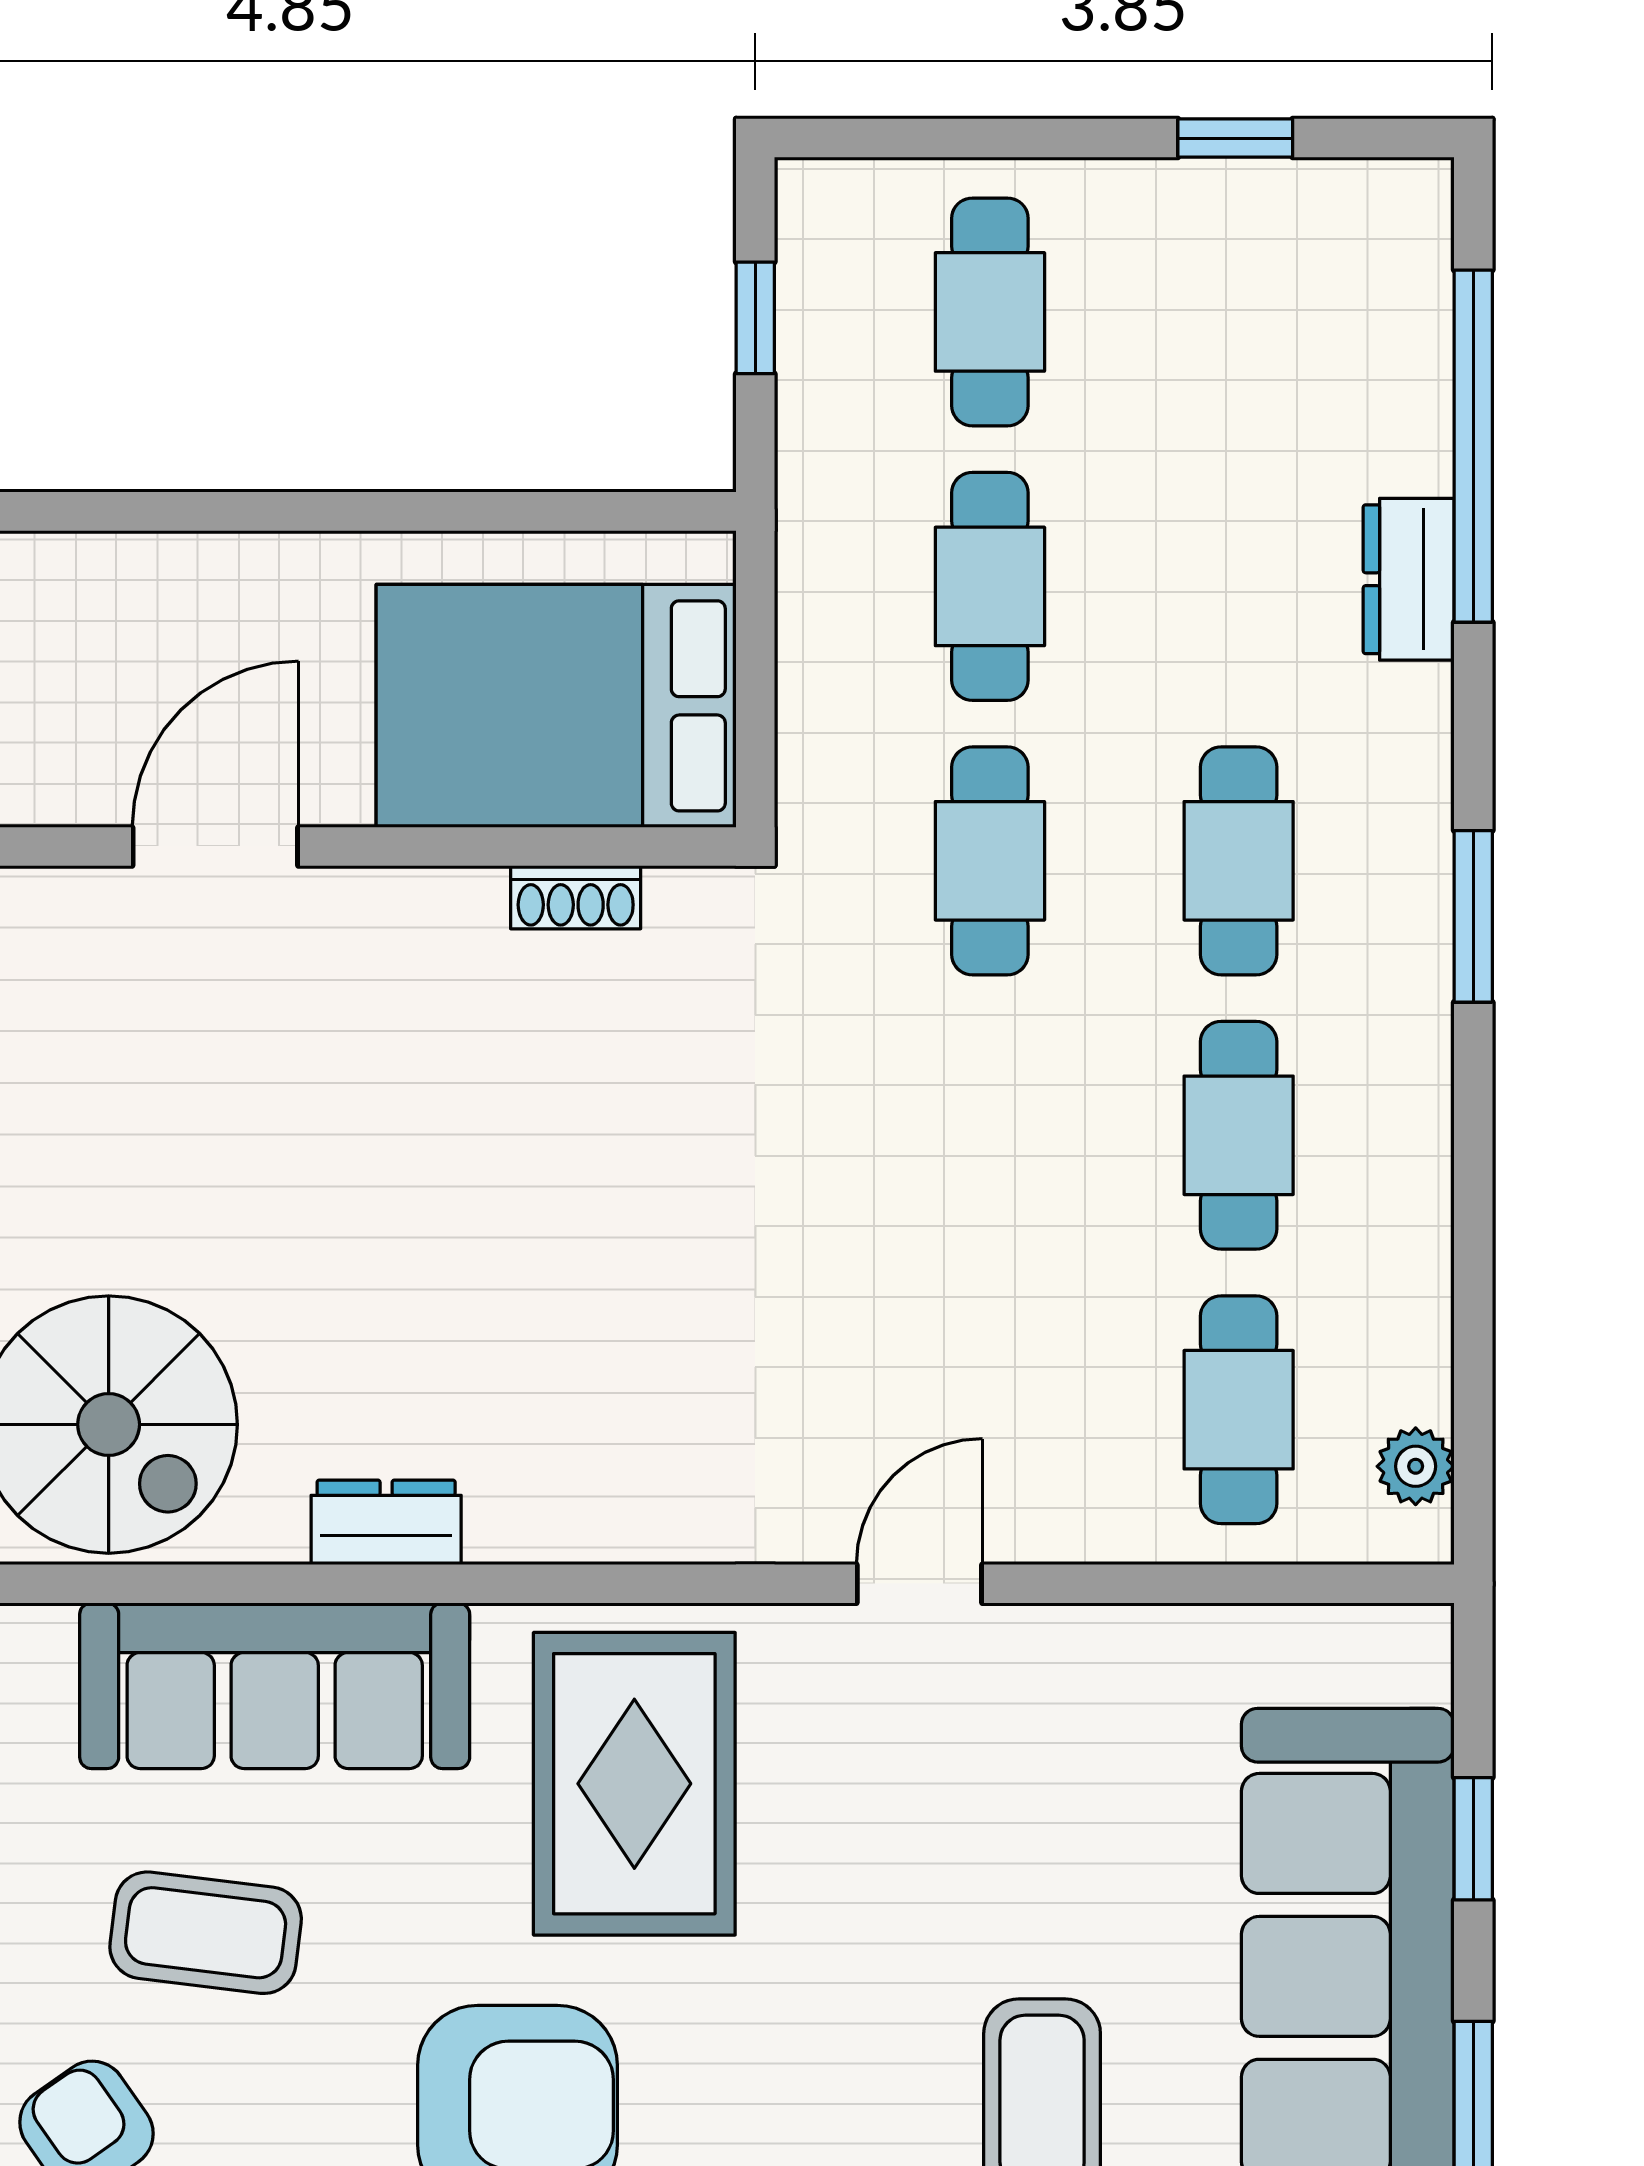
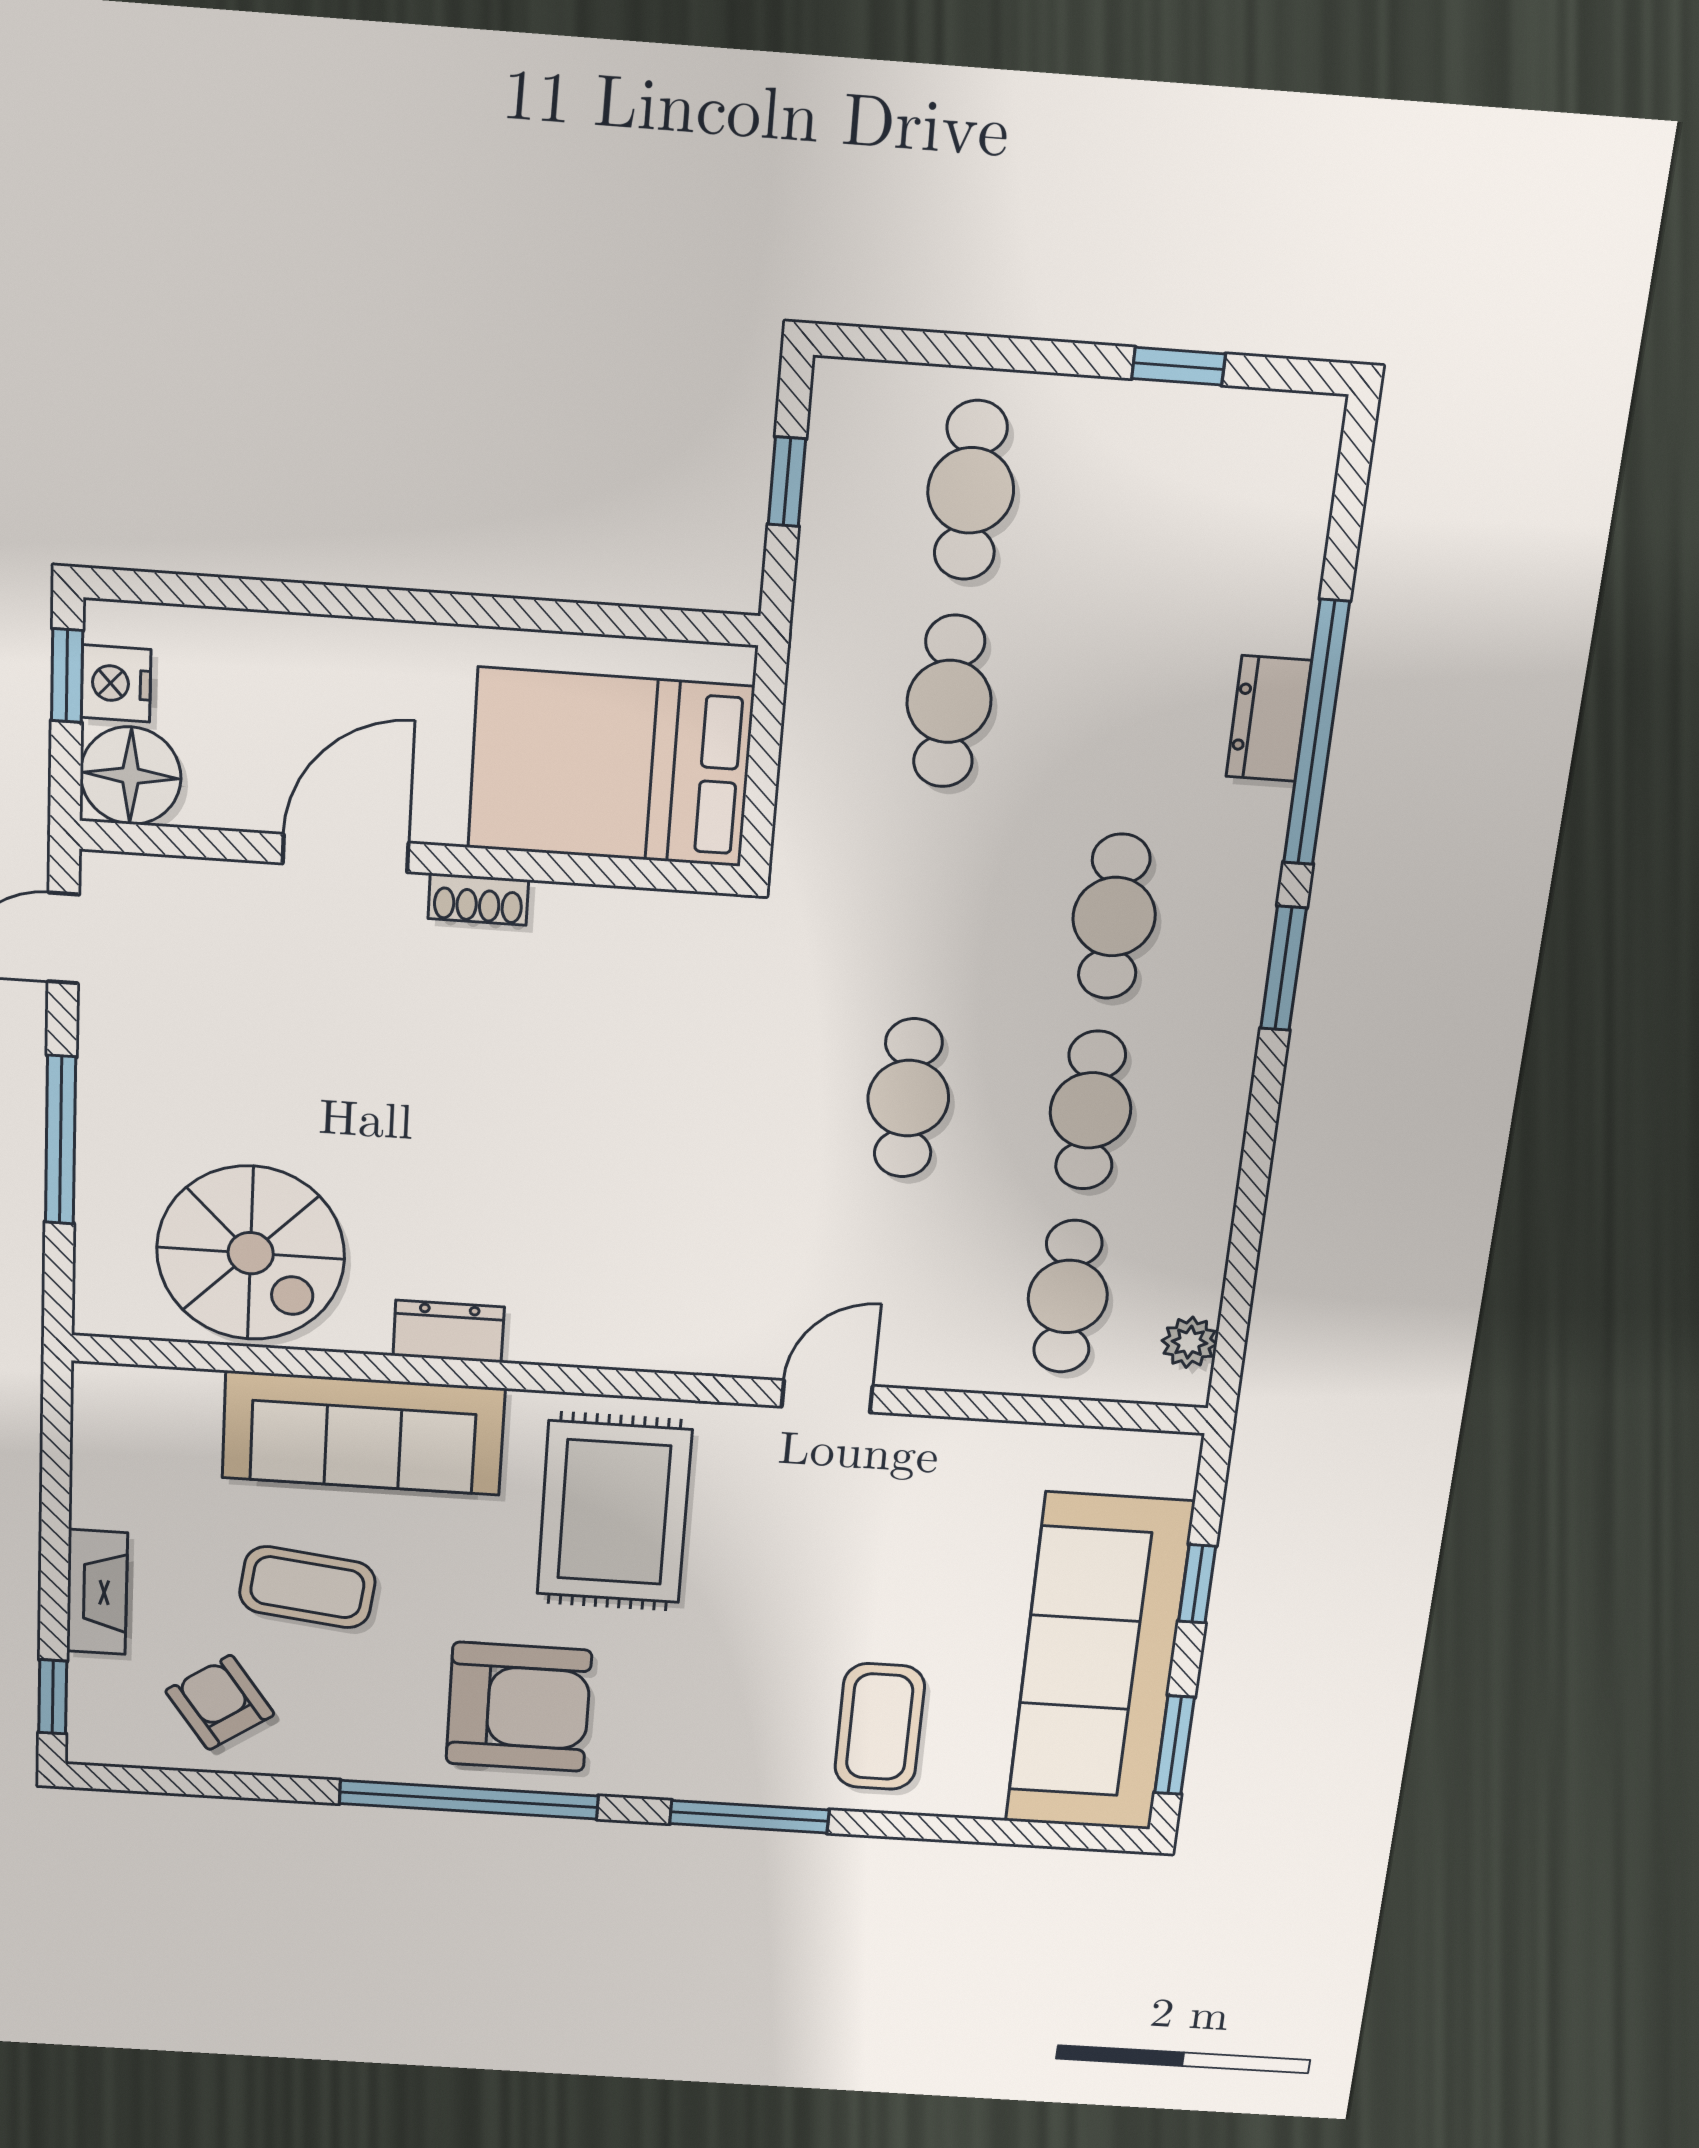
window: (1473, 446) -> (1316, 733), moved
cafe table: (990, 861) -> (908, 1098), moved
shoe rack: (576, 897) -> (478, 899), moved

